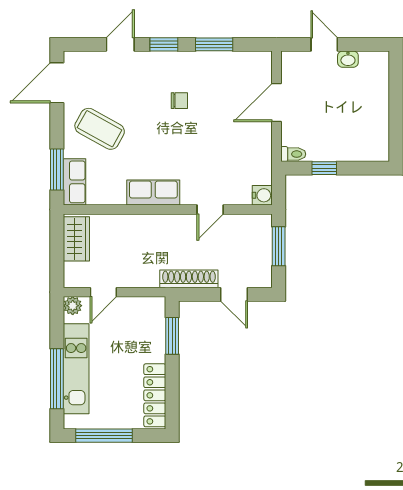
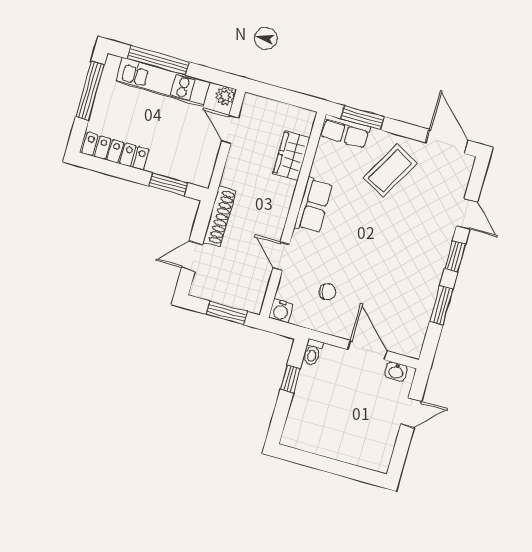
washbasin: (348, 59) -> (396, 371), moved, turned -90
chair: (179, 101) -> (328, 292), moved, turned -101
wardrobe: (76, 239) -> (291, 156), moved, turned 90

